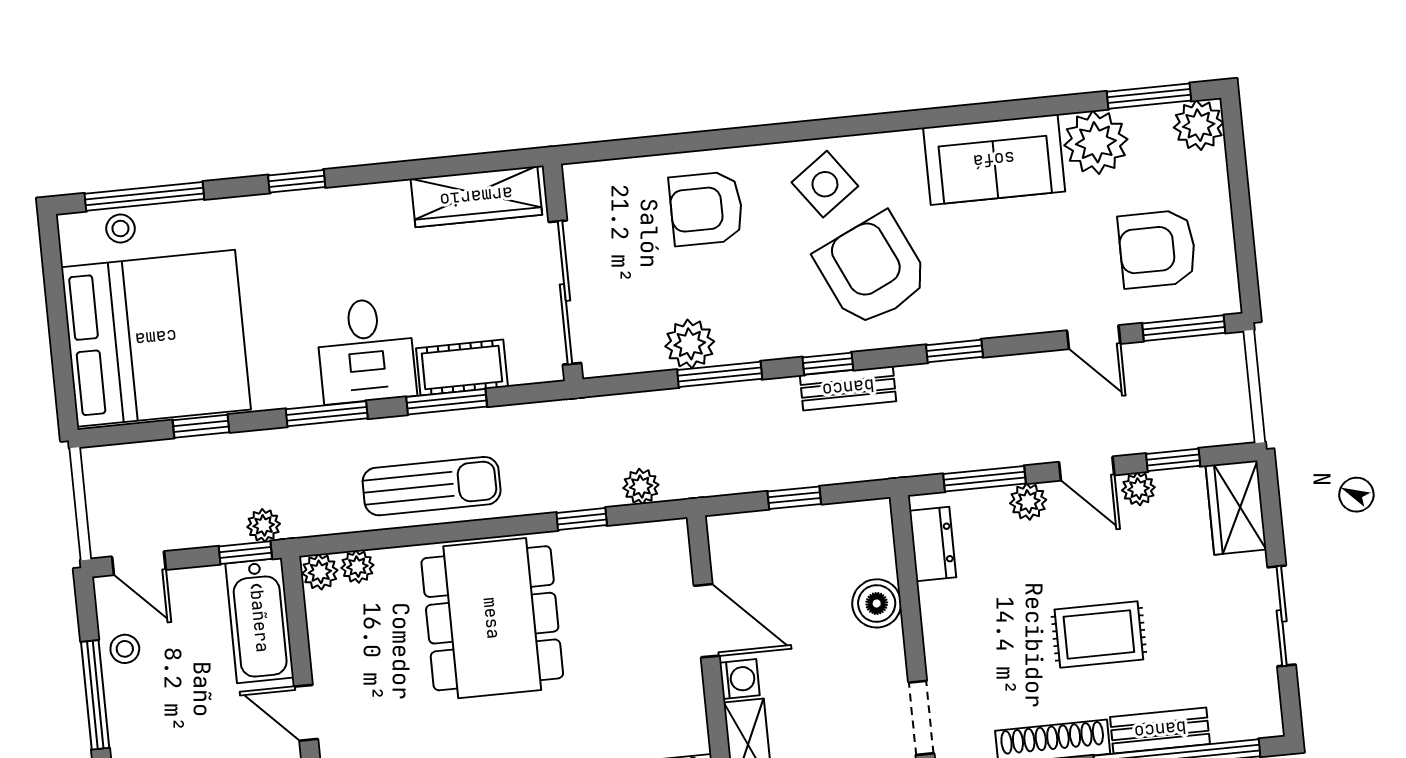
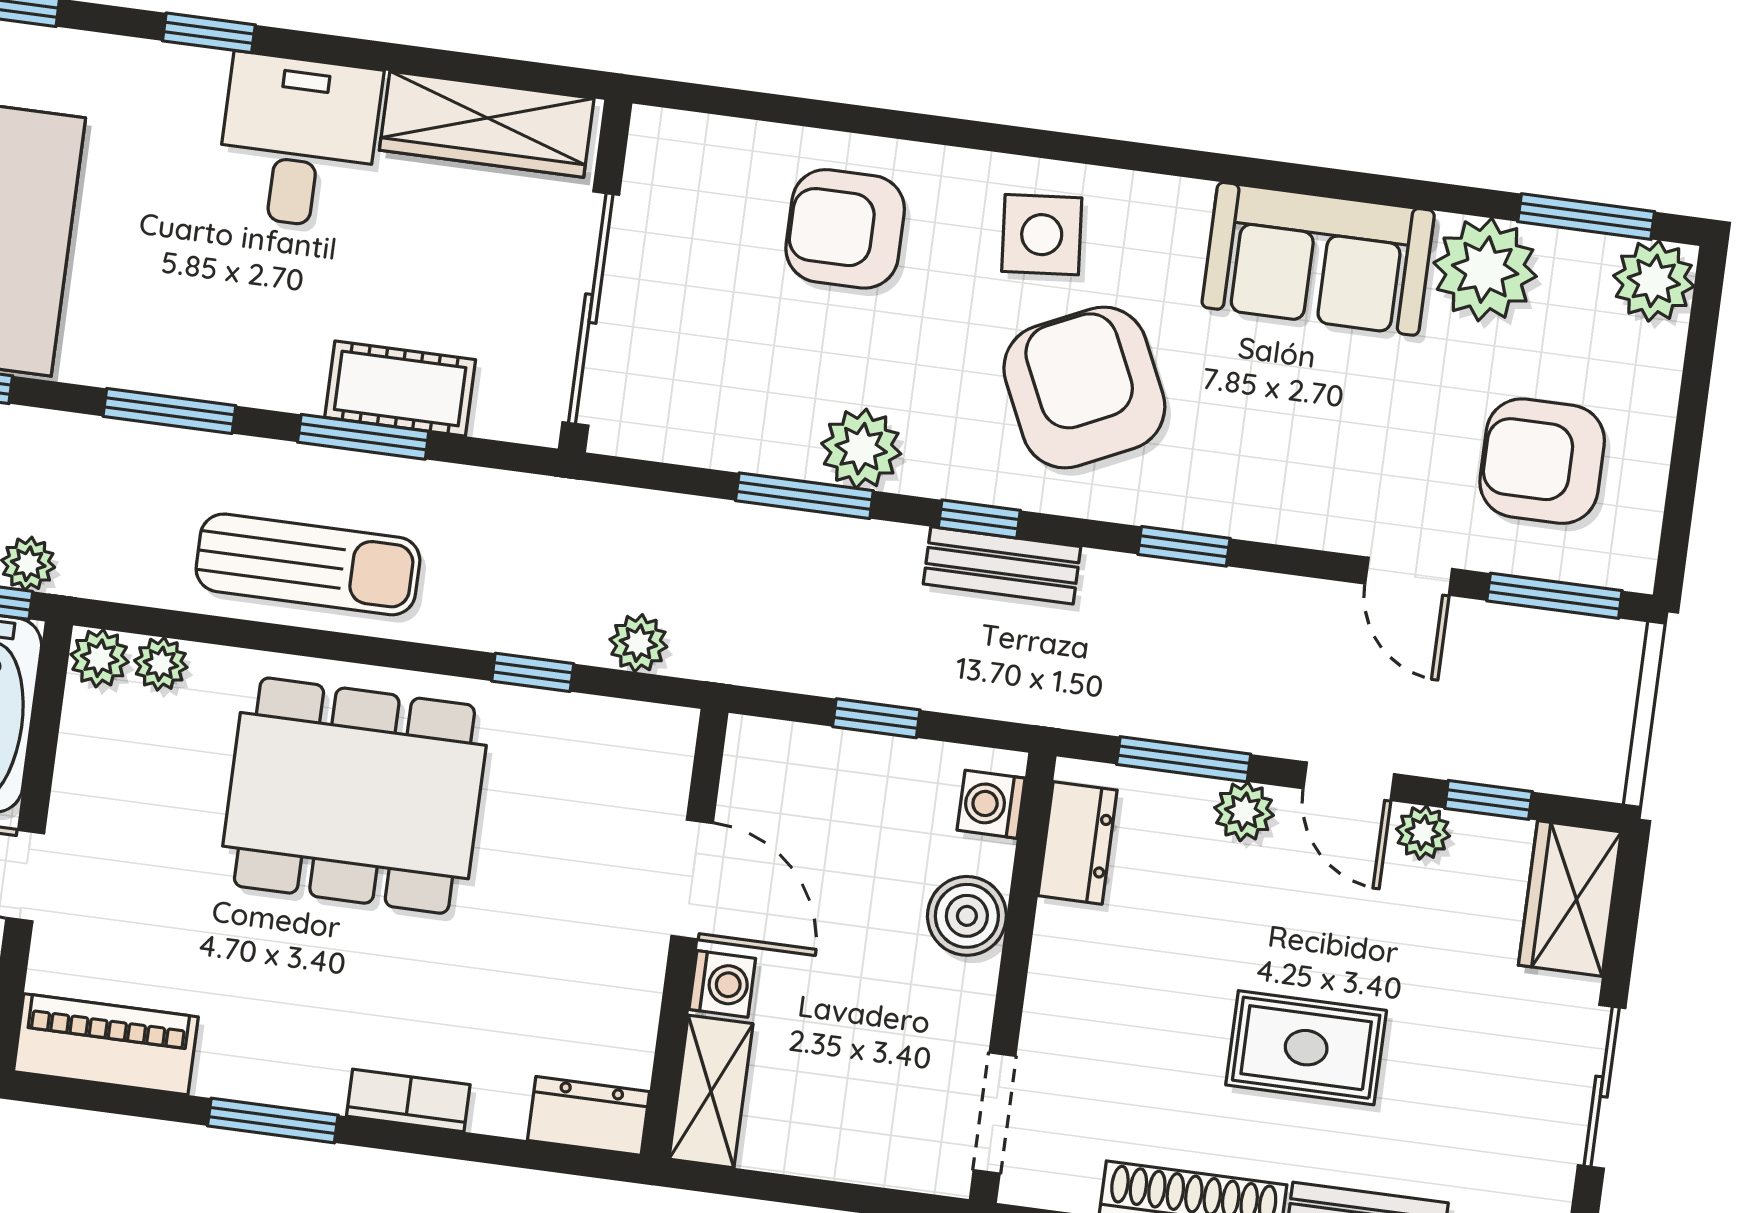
side table: (825, 184) -> (1042, 235), turned 31
plant: (690, 344) -> (861, 449), moved
desk: (366, 350) -> (298, 141), moved, turned 180
washing machine: (875, 533) -> (991, 804), added
dining table: (492, 618) -> (354, 796), turned 90

